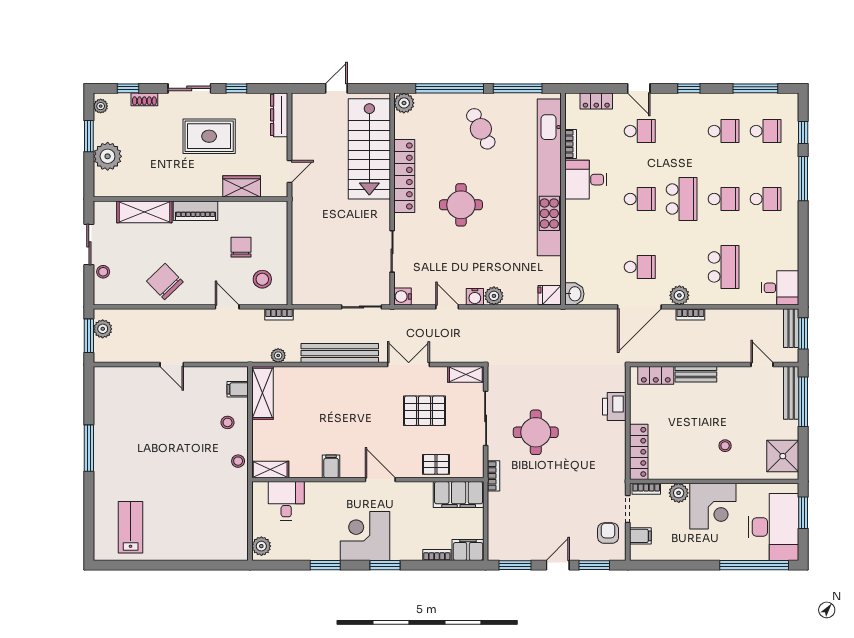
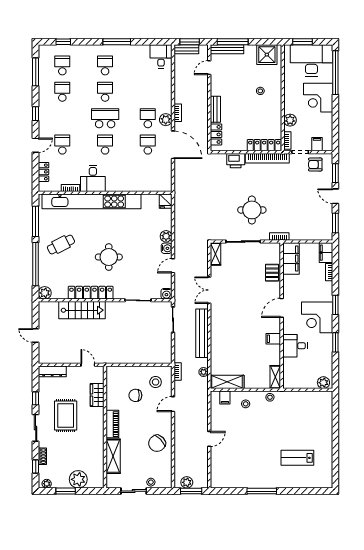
stairs: (369, 149) -> (82, 310), width x0.73, depth x0.66
window: (803, 179) -> (117, 42), moved
school desk: (724, 267) -> (148, 118), moved, width x0.54
washbasin: (574, 294) -> (165, 186), removed
pallet: (425, 411) -> (238, 280), removed
bookcase: (618, 457) -> (267, 158), added
desk: (286, 501) -> (295, 346), moved
corner desk: (713, 506) -> (318, 98), moved, turned 180
lab bench: (131, 527) -> (297, 458), moved

